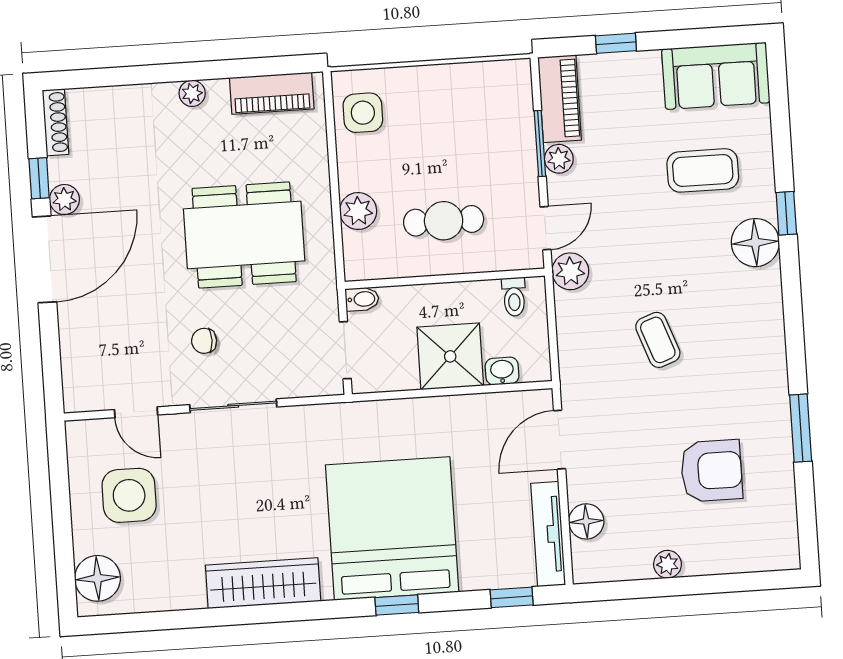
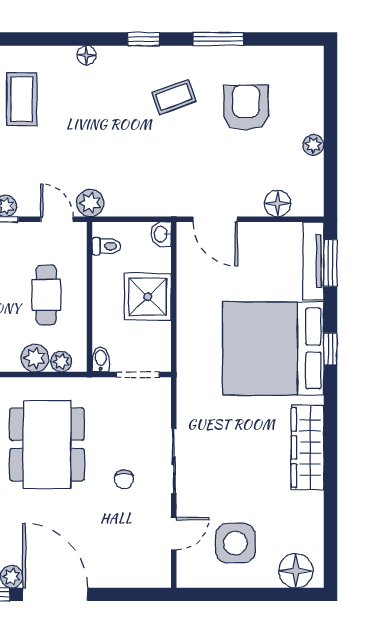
window: (786, 213) -> (144, 39), moved
floor lamp: (755, 243) -> (86, 55), width x0.53, depth x0.53
plant: (356, 246) -> (61, 362), added
coffee table: (658, 340) -> (174, 97), moved
washbasin: (502, 371) -> (161, 234), moved
tv unit: (548, 534) -> (313, 261), moved, turned 90
window: (512, 597) -> (330, 263), width x1.50

